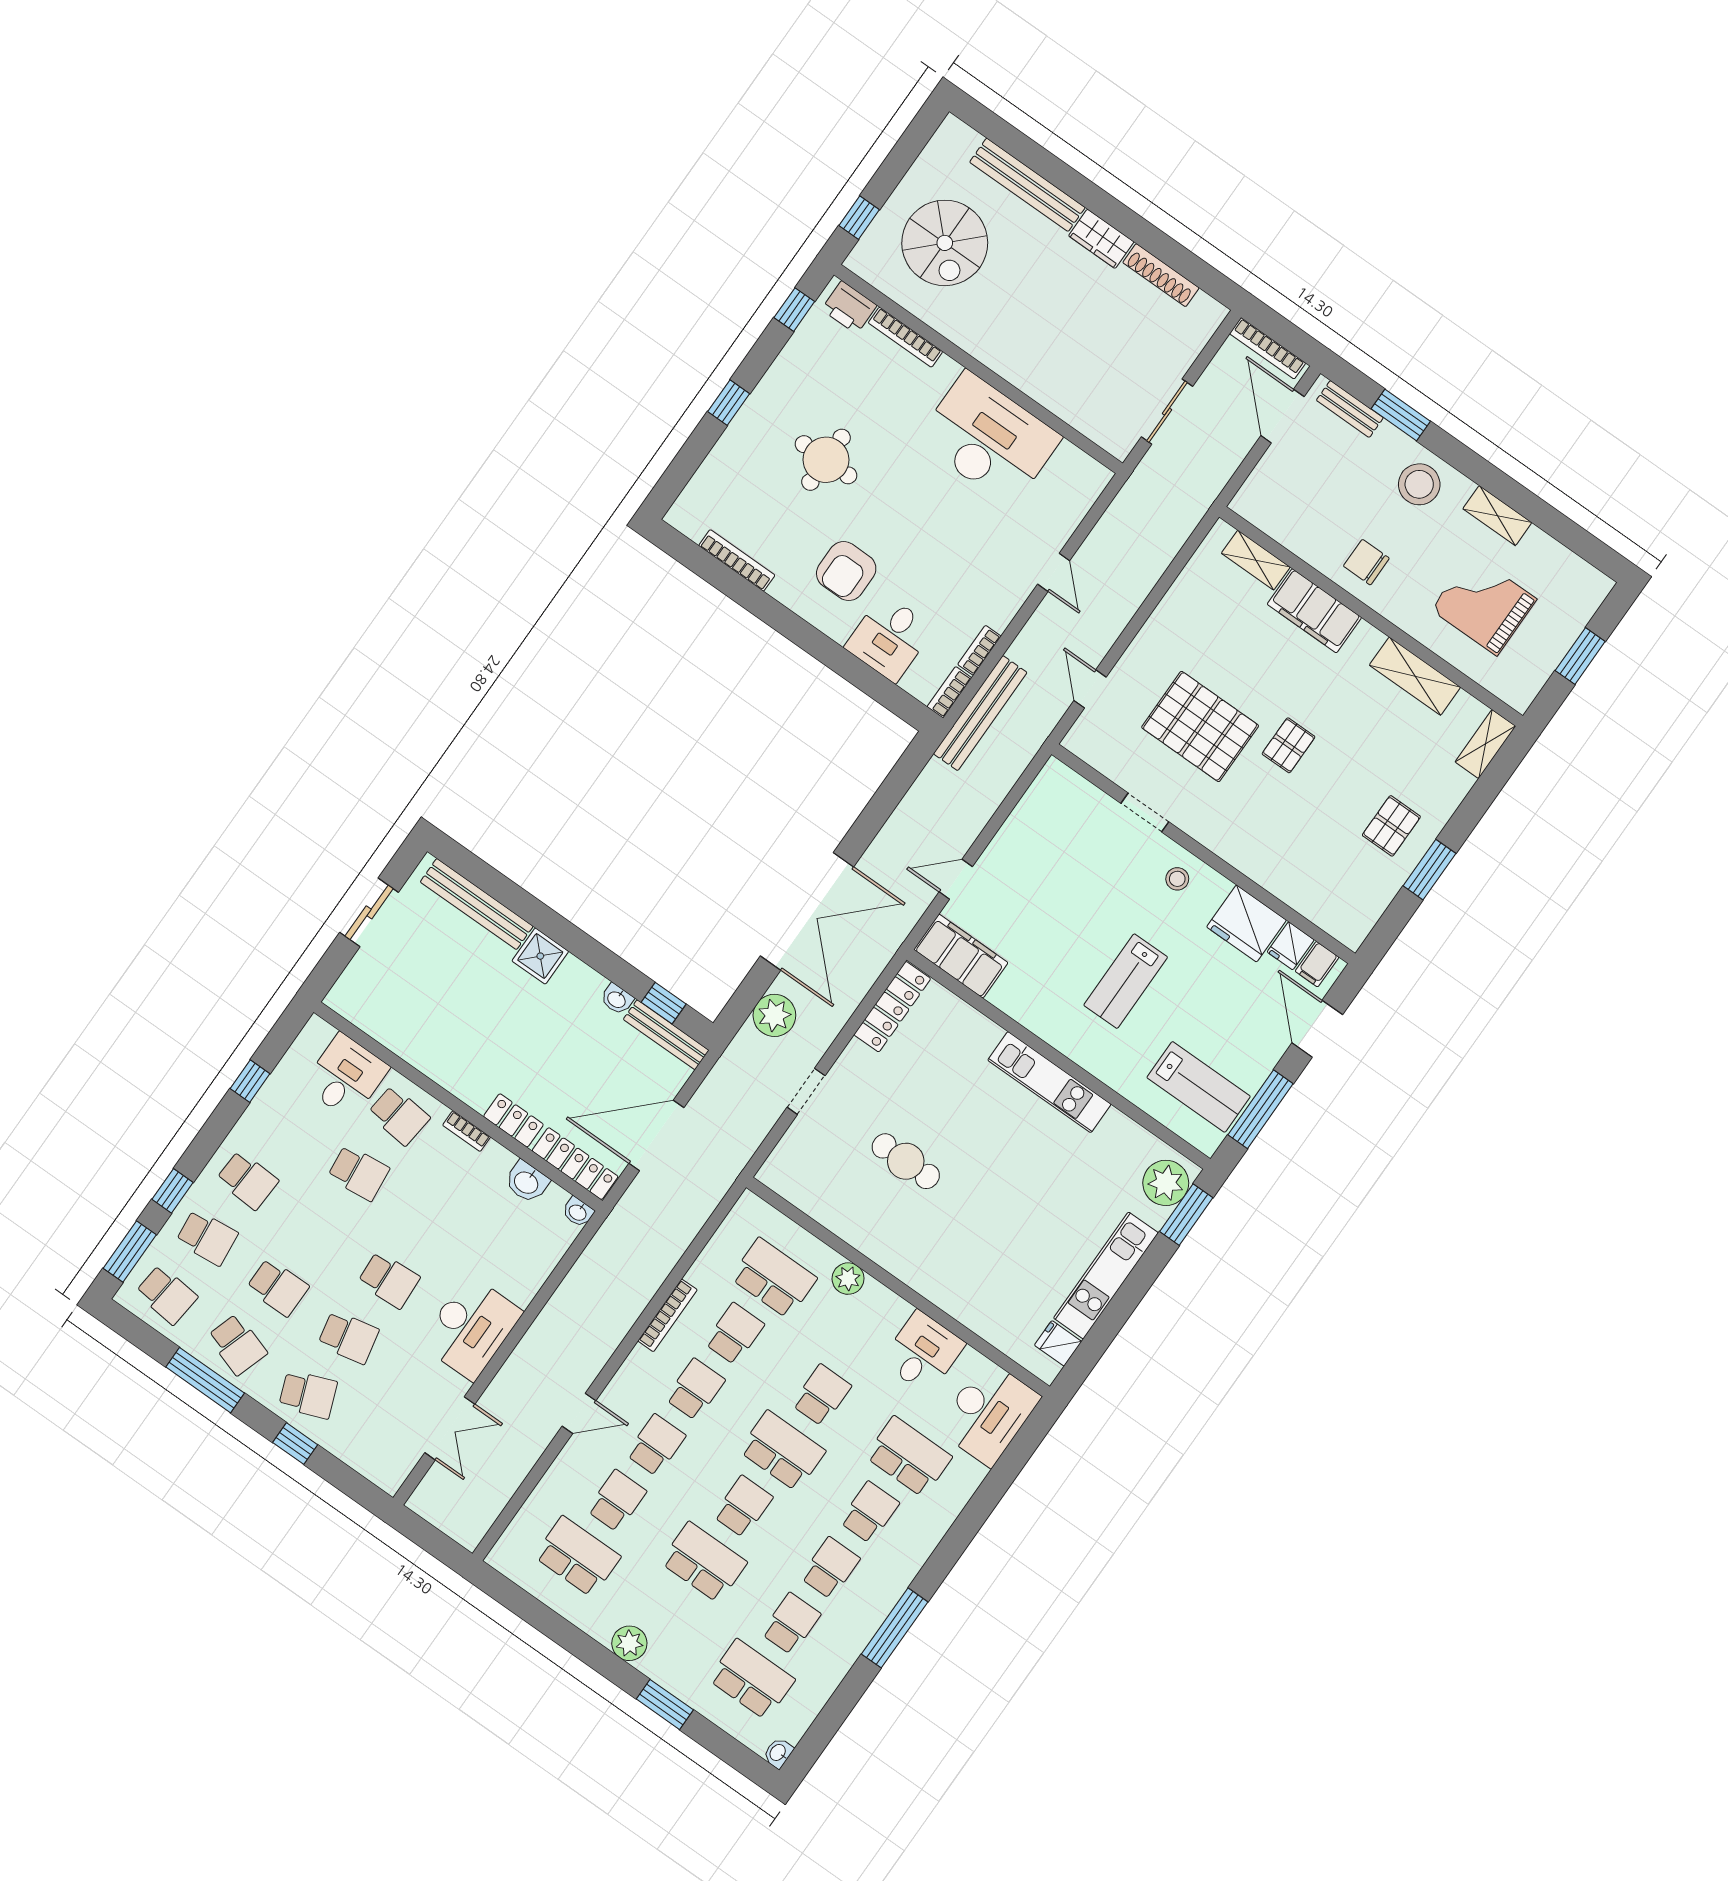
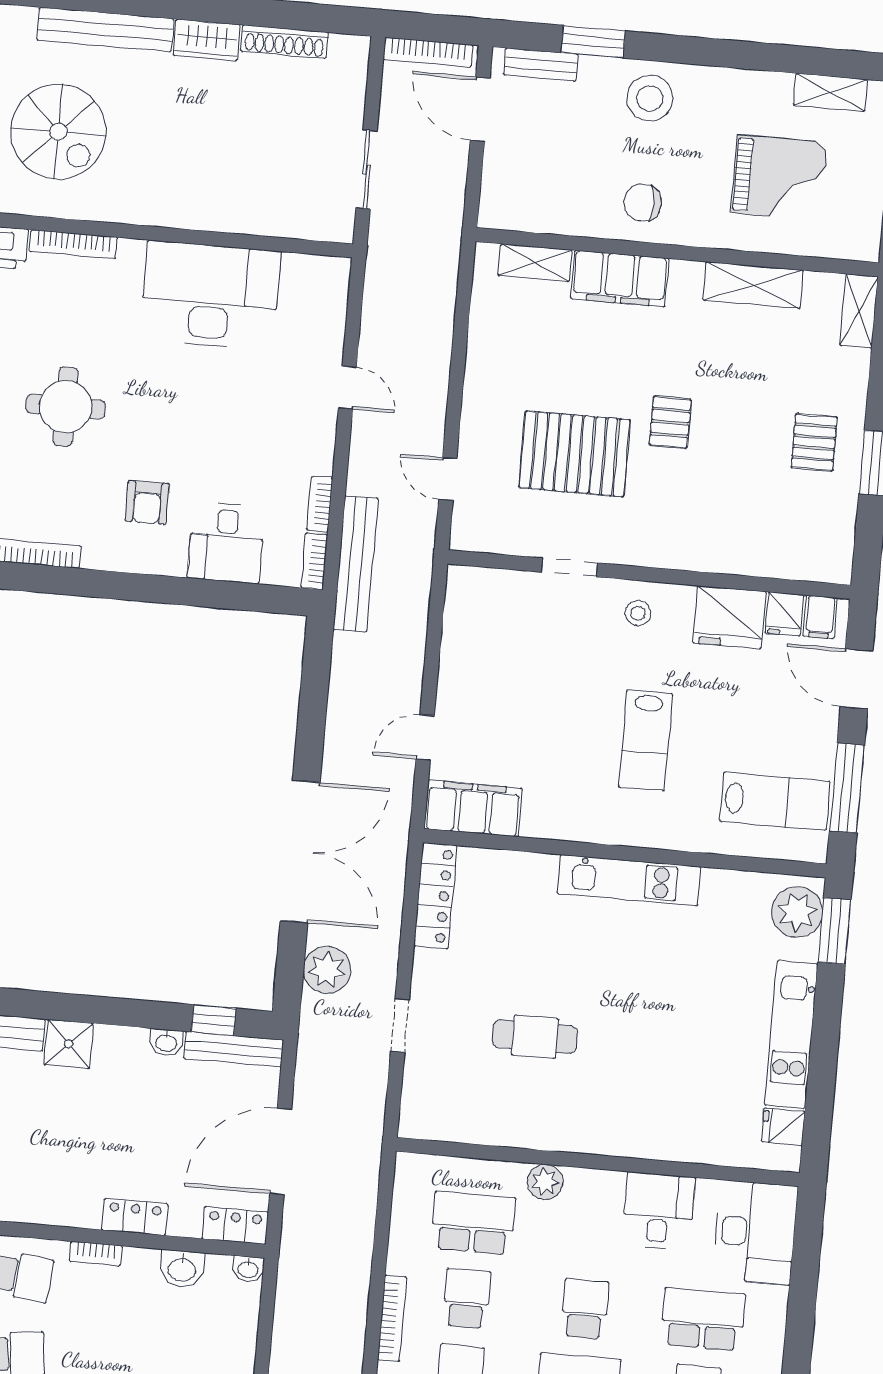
shelving: (1497, 516) -> (830, 92), moved
armchair: (846, 571) -> (147, 502), width x0.72, depth x0.72
grand piano: (1484, 604) -> (779, 177), turned 180
locker: (575, 1164) -> (235, 1226), width x0.66

